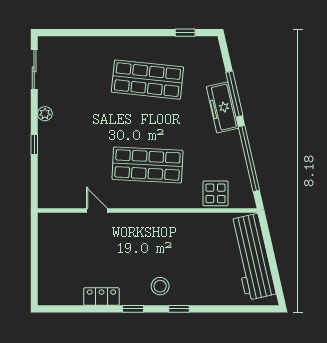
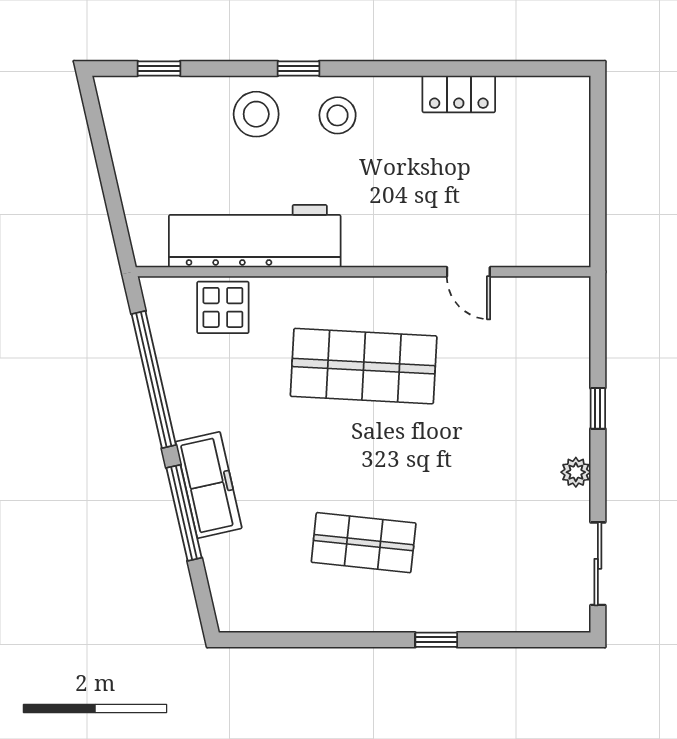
window: (185, 33) -> (436, 640), moved
shop shelf: (147, 80) -> (364, 543), width x0.70, depth x0.74
workbench: (252, 257) -> (255, 236), moved, turned -77
stool: (199, 287) -> (256, 114), added
window: (133, 309) -> (159, 68), moved

